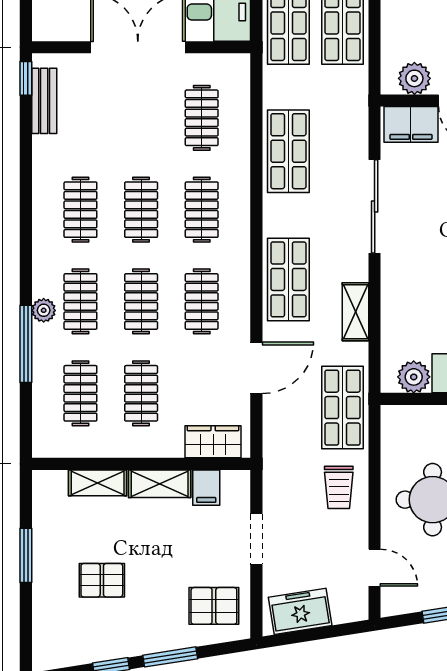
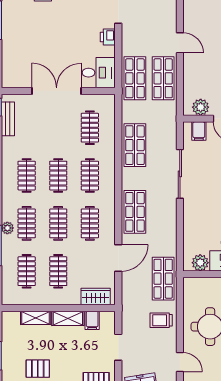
filing cabinet: (411, 124) -> (199, 131), width x0.50
shelving: (356, 312) -> (170, 229), removed
trolley: (339, 487) -> (161, 320), turned 90

